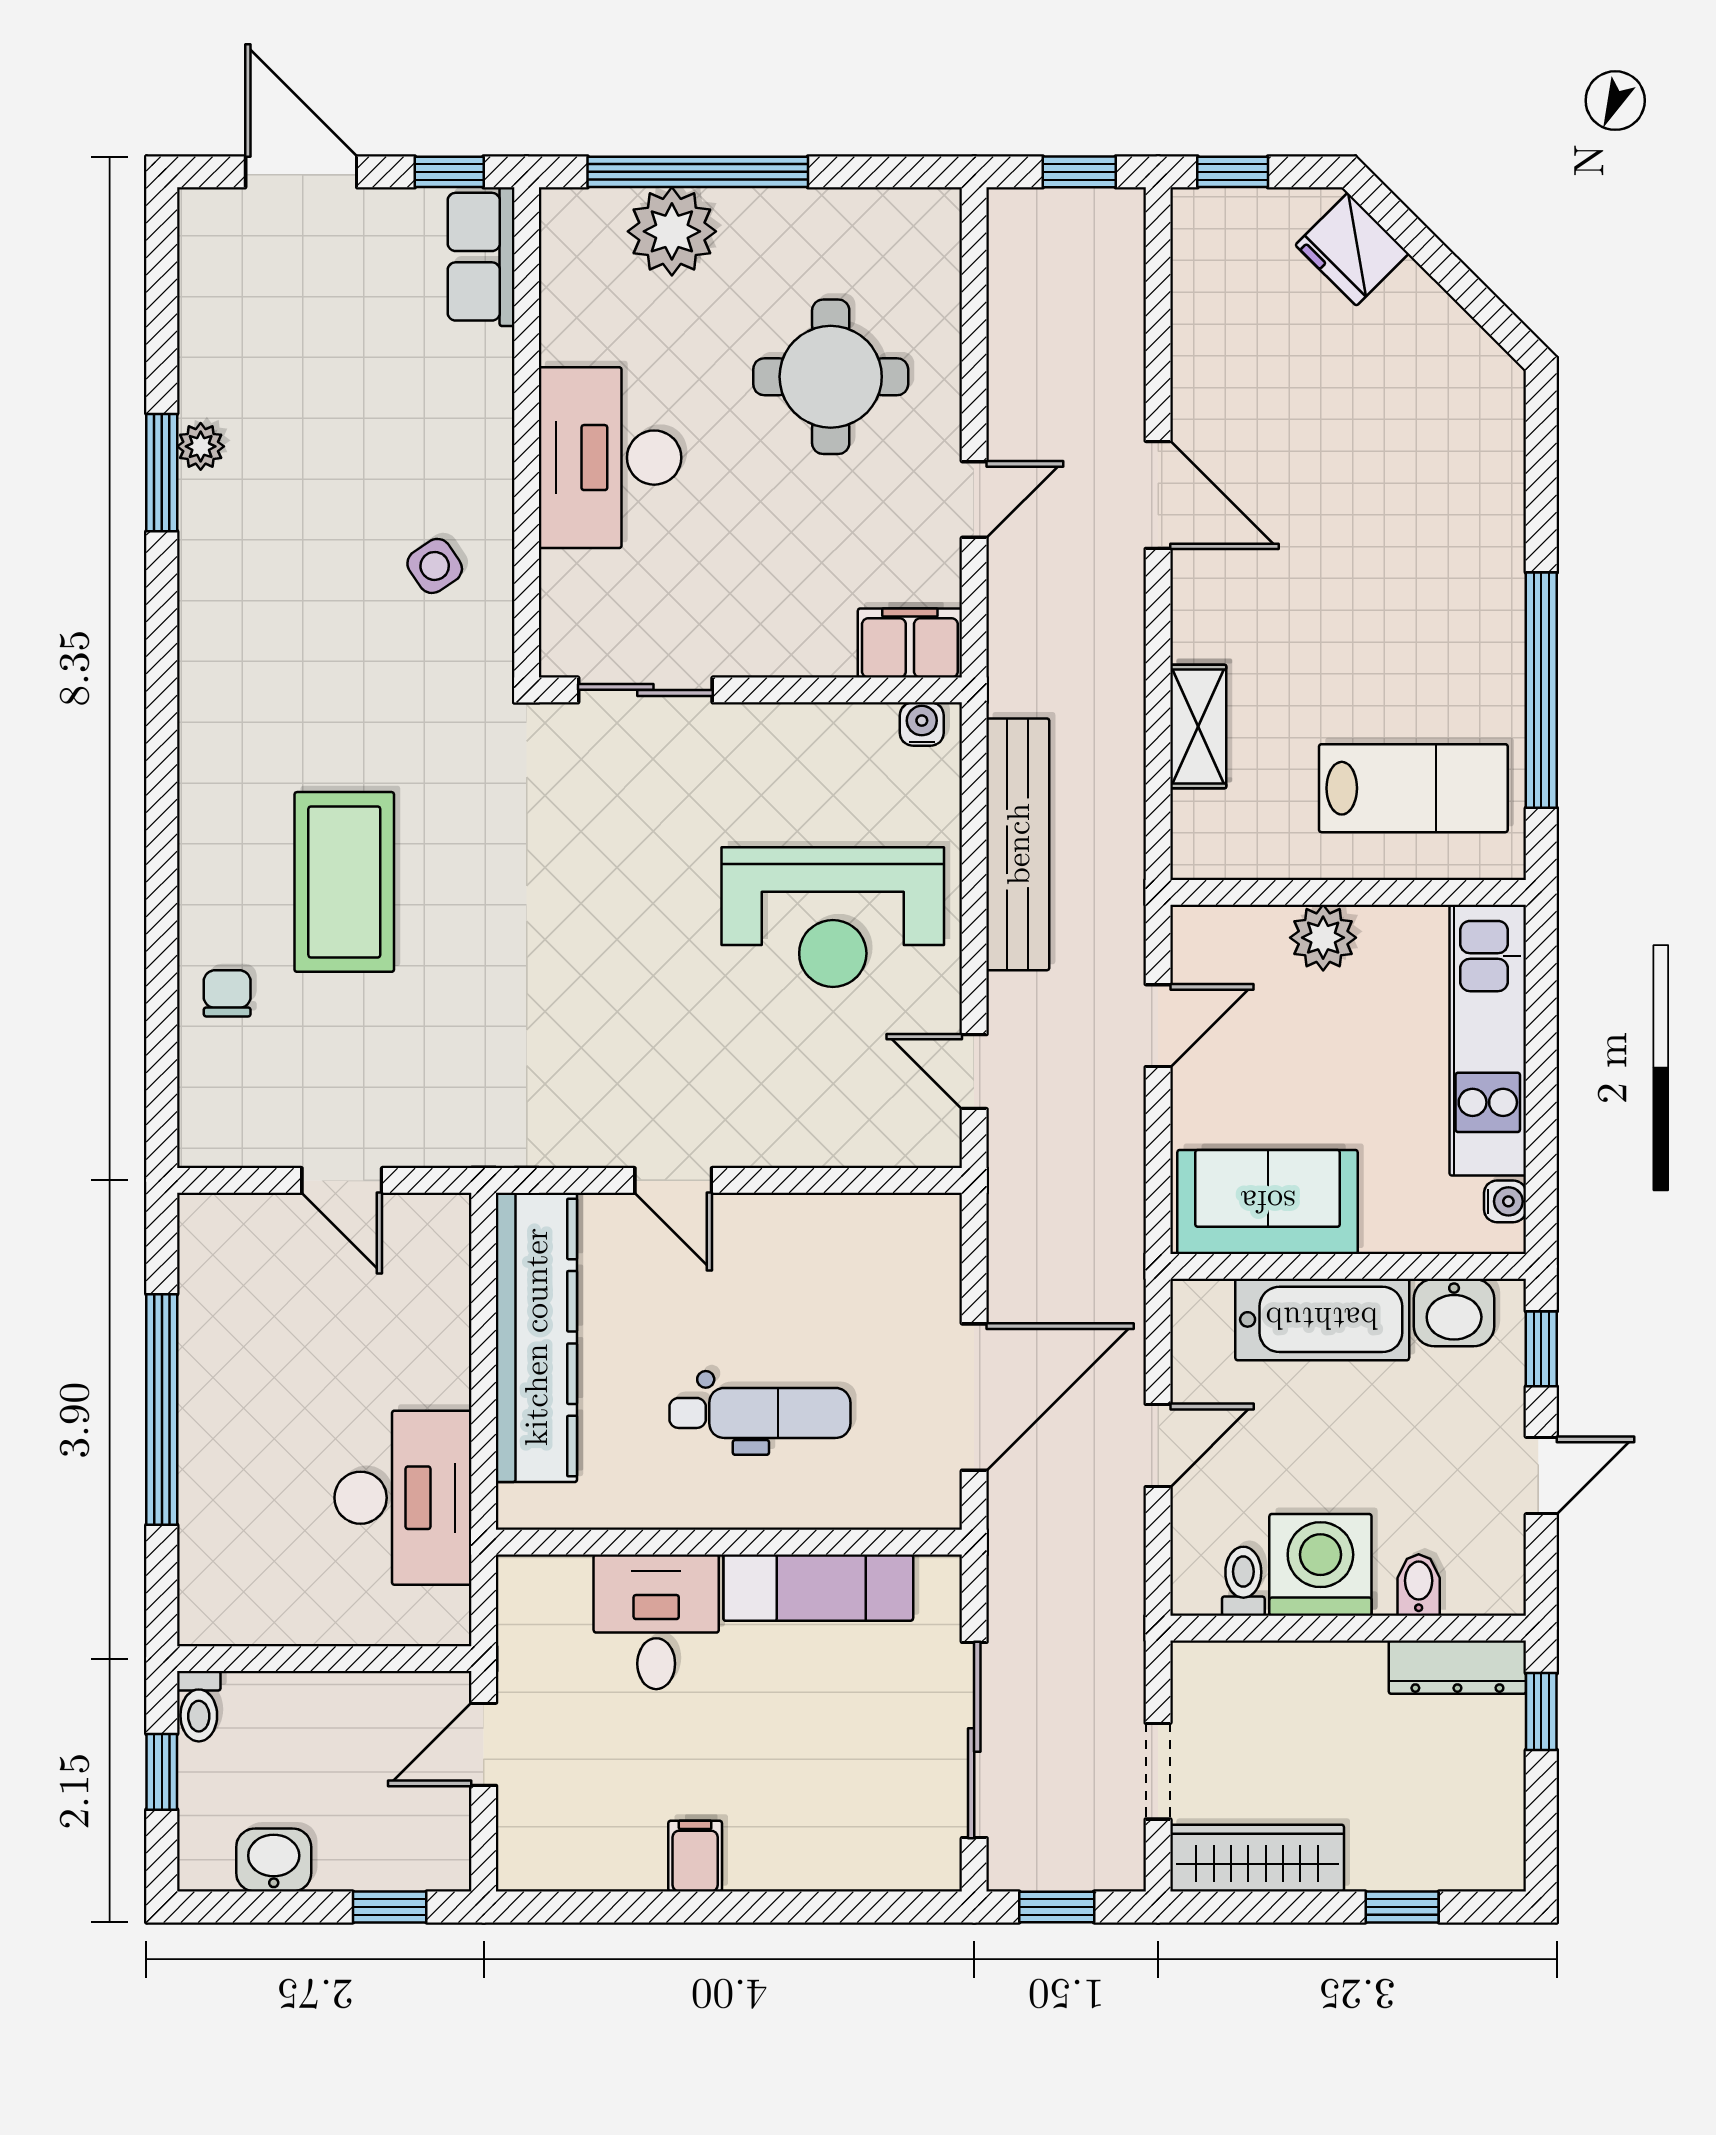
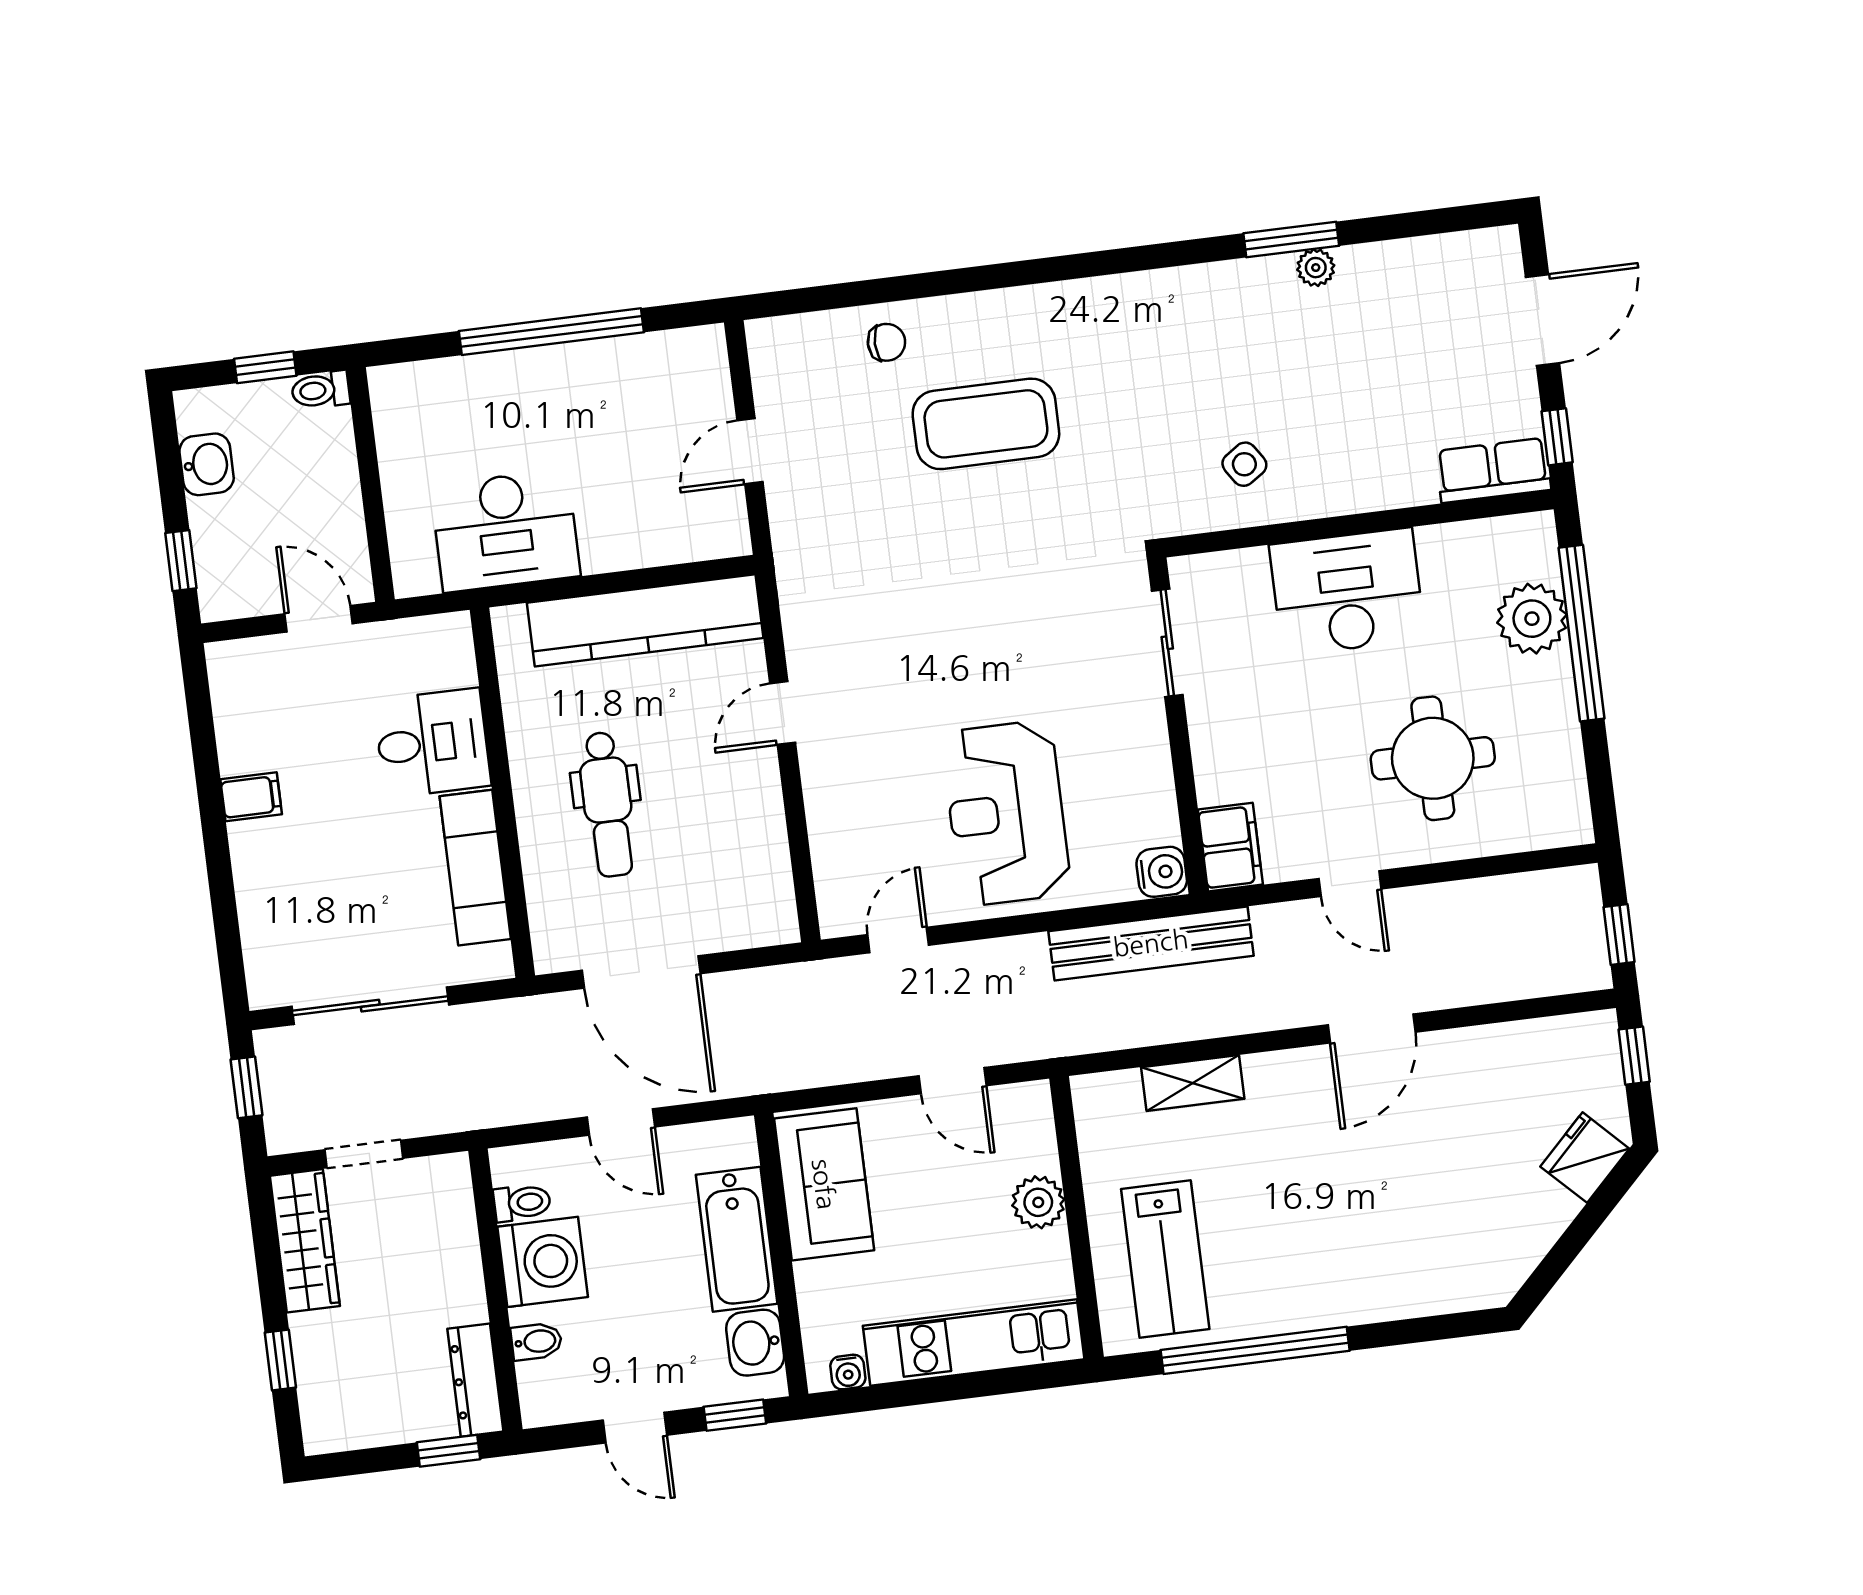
water cooler: (922, 724) -> (1162, 872), width x1.38, depth x1.38
bench: (1018, 844) -> (1151, 943), moved

